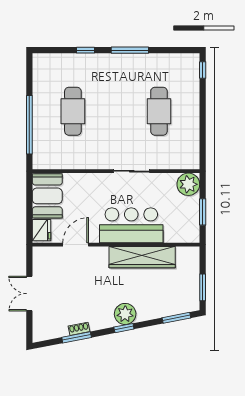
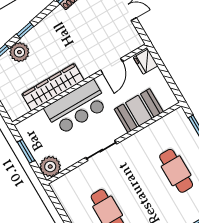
booth: (47, 196) -> (139, 111), moved, turned 90
plant: (125, 314) -> (19, 52), moved
window: (124, 328) -> (25, 30), moved

